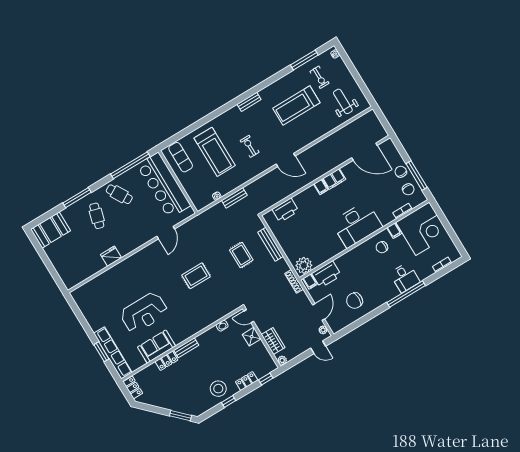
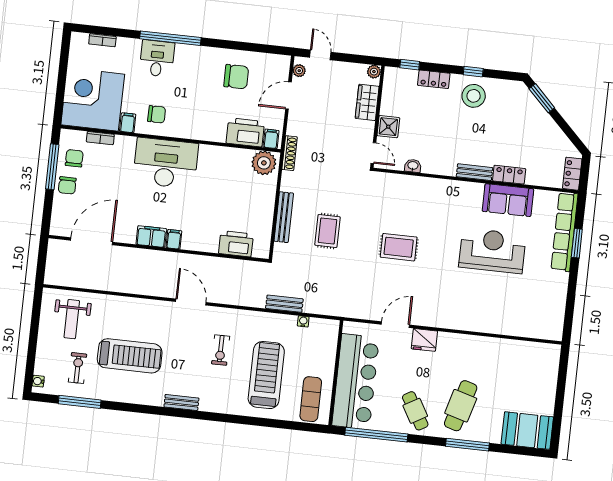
door: (364, 152) -> (92, 241), hinge flipped
cafe table: (97, 216) -> (461, 406), width x1.37, depth x1.35
fridge: (111, 256) -> (424, 340), moved

